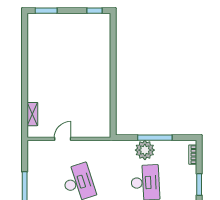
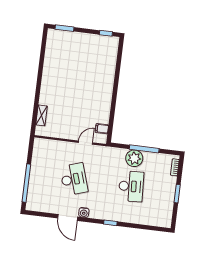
filing cabinet: (103, 121) -> (102, 129), added
door: (63, 139) -> (85, 143), moved

